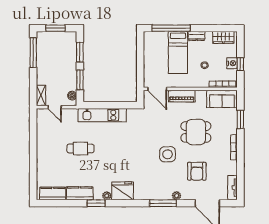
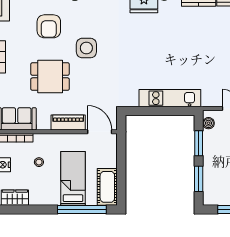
dresser: (197, 36) -> (49, 200), removed
cot: (151, 46) -> (107, 187), added
cafe table: (80, 149) -> (198, 55), removed
armchair: (197, 171) -> (49, 26), turned 180

